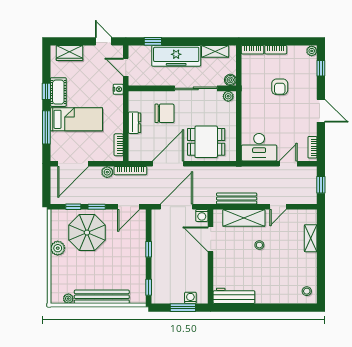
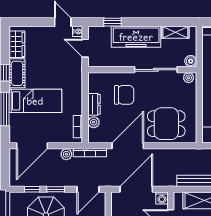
wardrobe: (69, 53) -> (17, 44), moved, turned -90
nightstand: (118, 89) -> (77, 31), moved
plant: (134, 140) -> (94, 122), added

